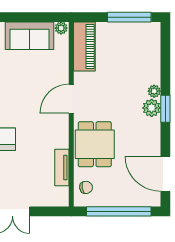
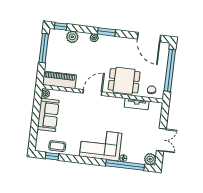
window: (165, 39) -> (61, 26), added
door: (71, 99) -> (92, 93), swing flipped
plant: (152, 108) -> (72, 37), moved
door: (165, 174) -> (149, 37), hinge flipped

